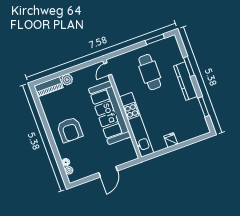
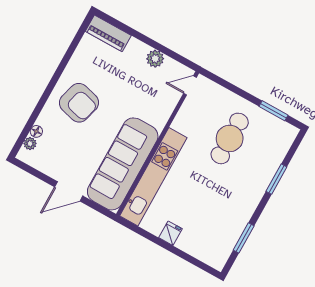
plant: (67, 80) -> (155, 59), moved
kitchen counter: (185, 81) -> (256, 190), removed
sofa: (110, 113) -> (123, 164), moved
armchair: (70, 130) -> (79, 103), turned -75

